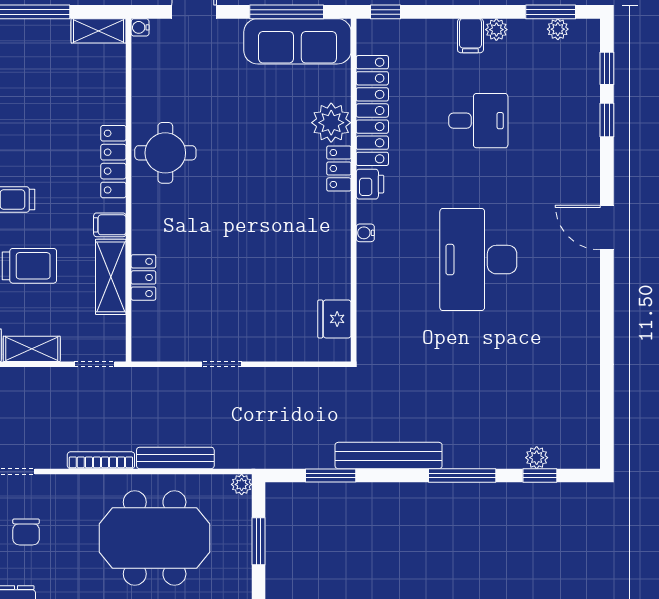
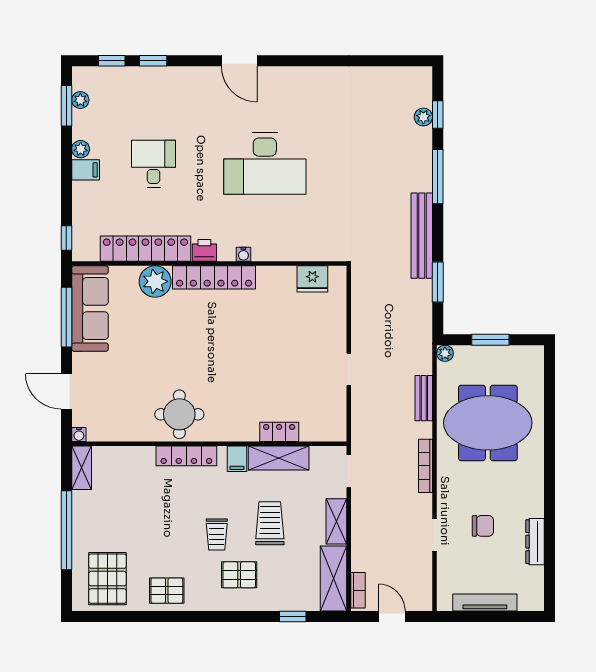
locker: (339, 168) -> (214, 277), width x2.16, depth x1.21
door: (607, 228) -> (239, 61), hinge flipped
bench: (175, 458) -> (424, 398), width x0.73
meeting table: (155, 538) -> (488, 423), turned 90

